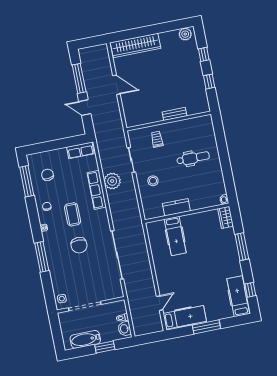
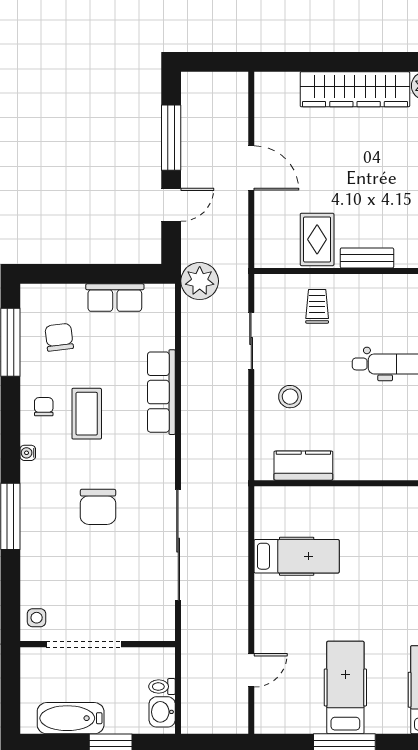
wardrobe: (136, 45) -> (355, 89), moved
door: (85, 108) -> (171, 205), swing flipped
rug: (151, 110) -> (317, 239), added
row of seats: (80, 150) -> (115, 298), moved
plant: (112, 181) -> (200, 281), moved
kitchen counter: (176, 207) -> (303, 466), moved
coffee table: (73, 214) -> (87, 414), moved
hospital bed: (175, 236) -> (297, 556), moved, turned -90
hospital bed: (185, 317) -> (345, 687), moved, turned -90

